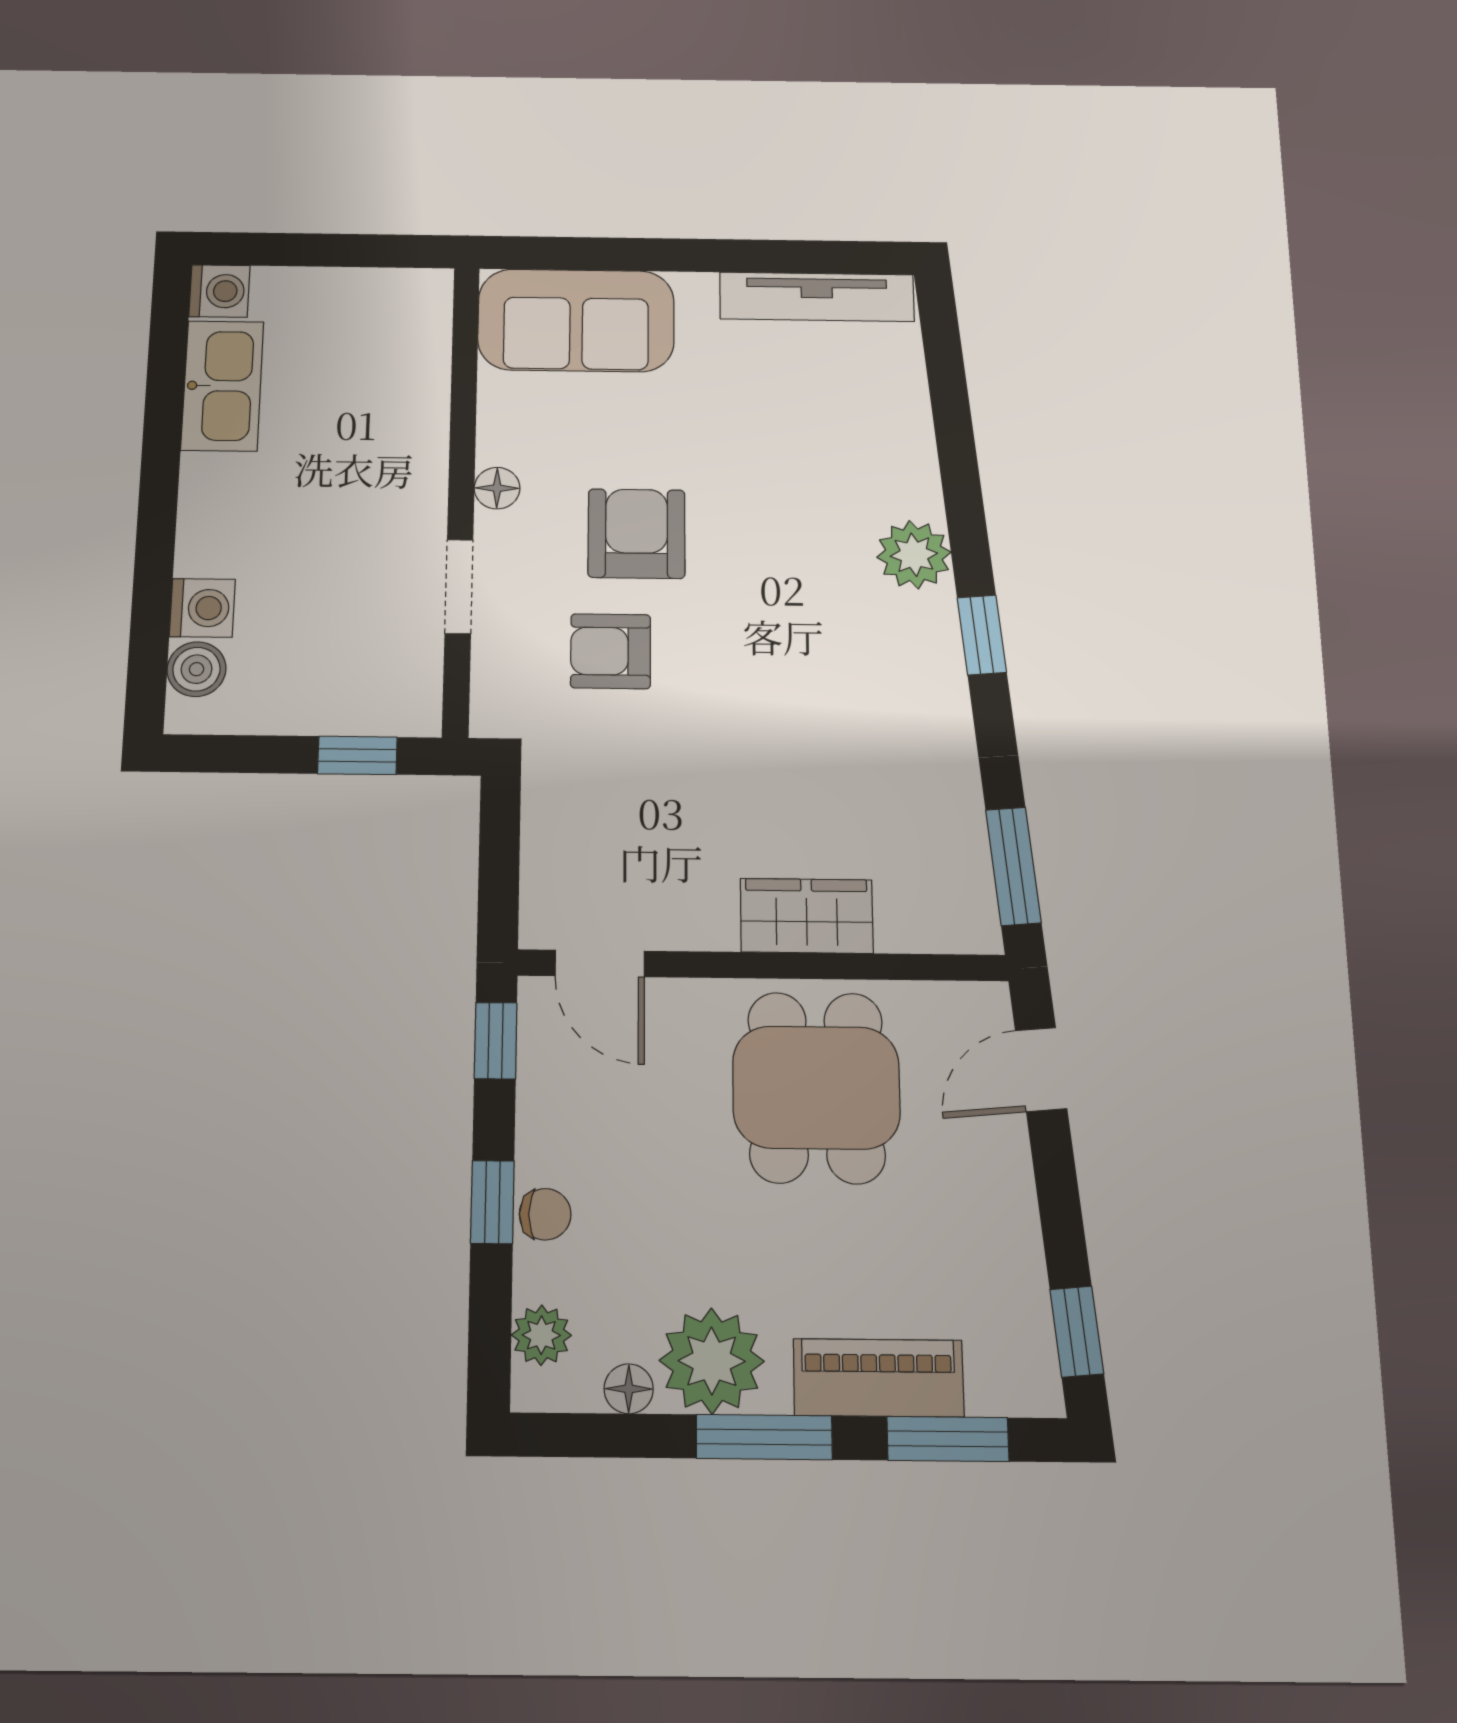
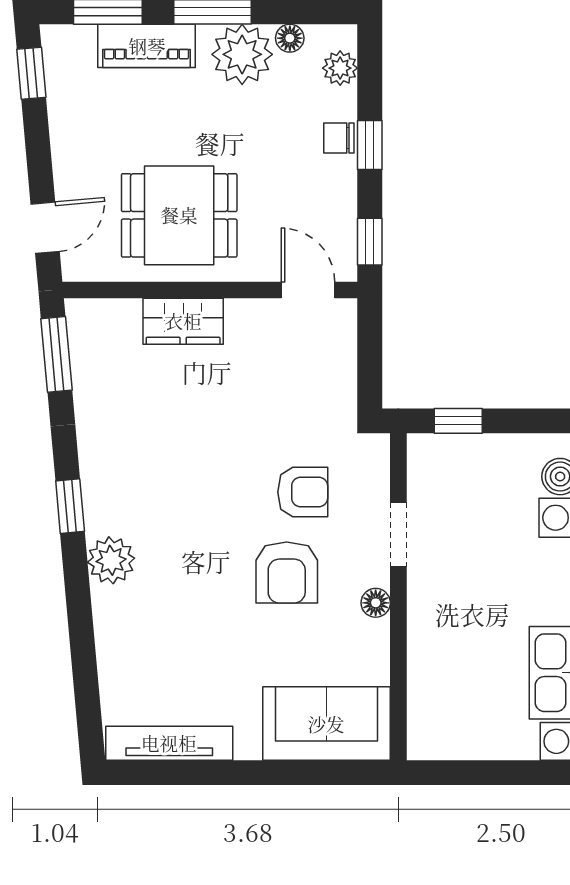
dining table: (816, 1087) -> (179, 215), turned 90

